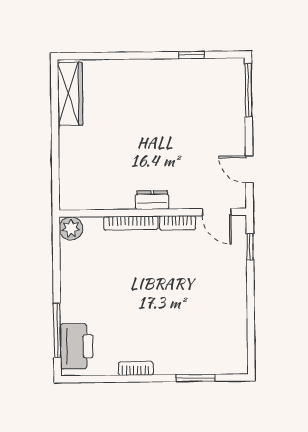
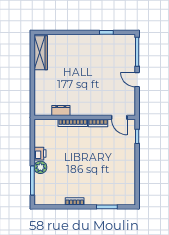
door: (249, 169) -> (137, 80), moved
dresser: (152, 200) -> (61, 111), moved
plant: (71, 228) -> (40, 167), moved
printer: (77, 346) -> (40, 154), moved, width x0.53, depth x0.68

